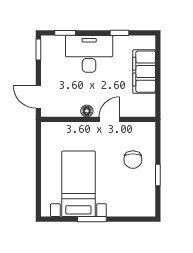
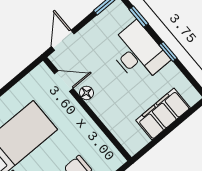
window: (119, 33) -> (168, 52), moved
door: (109, 119) -> (64, 81), moved

